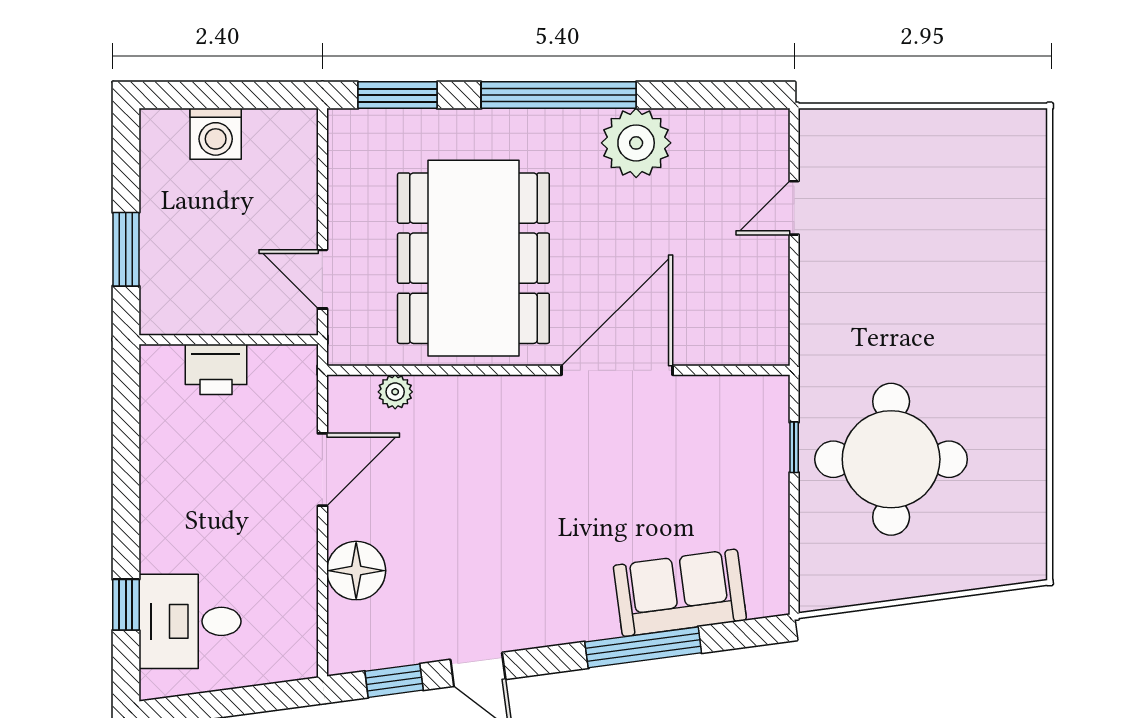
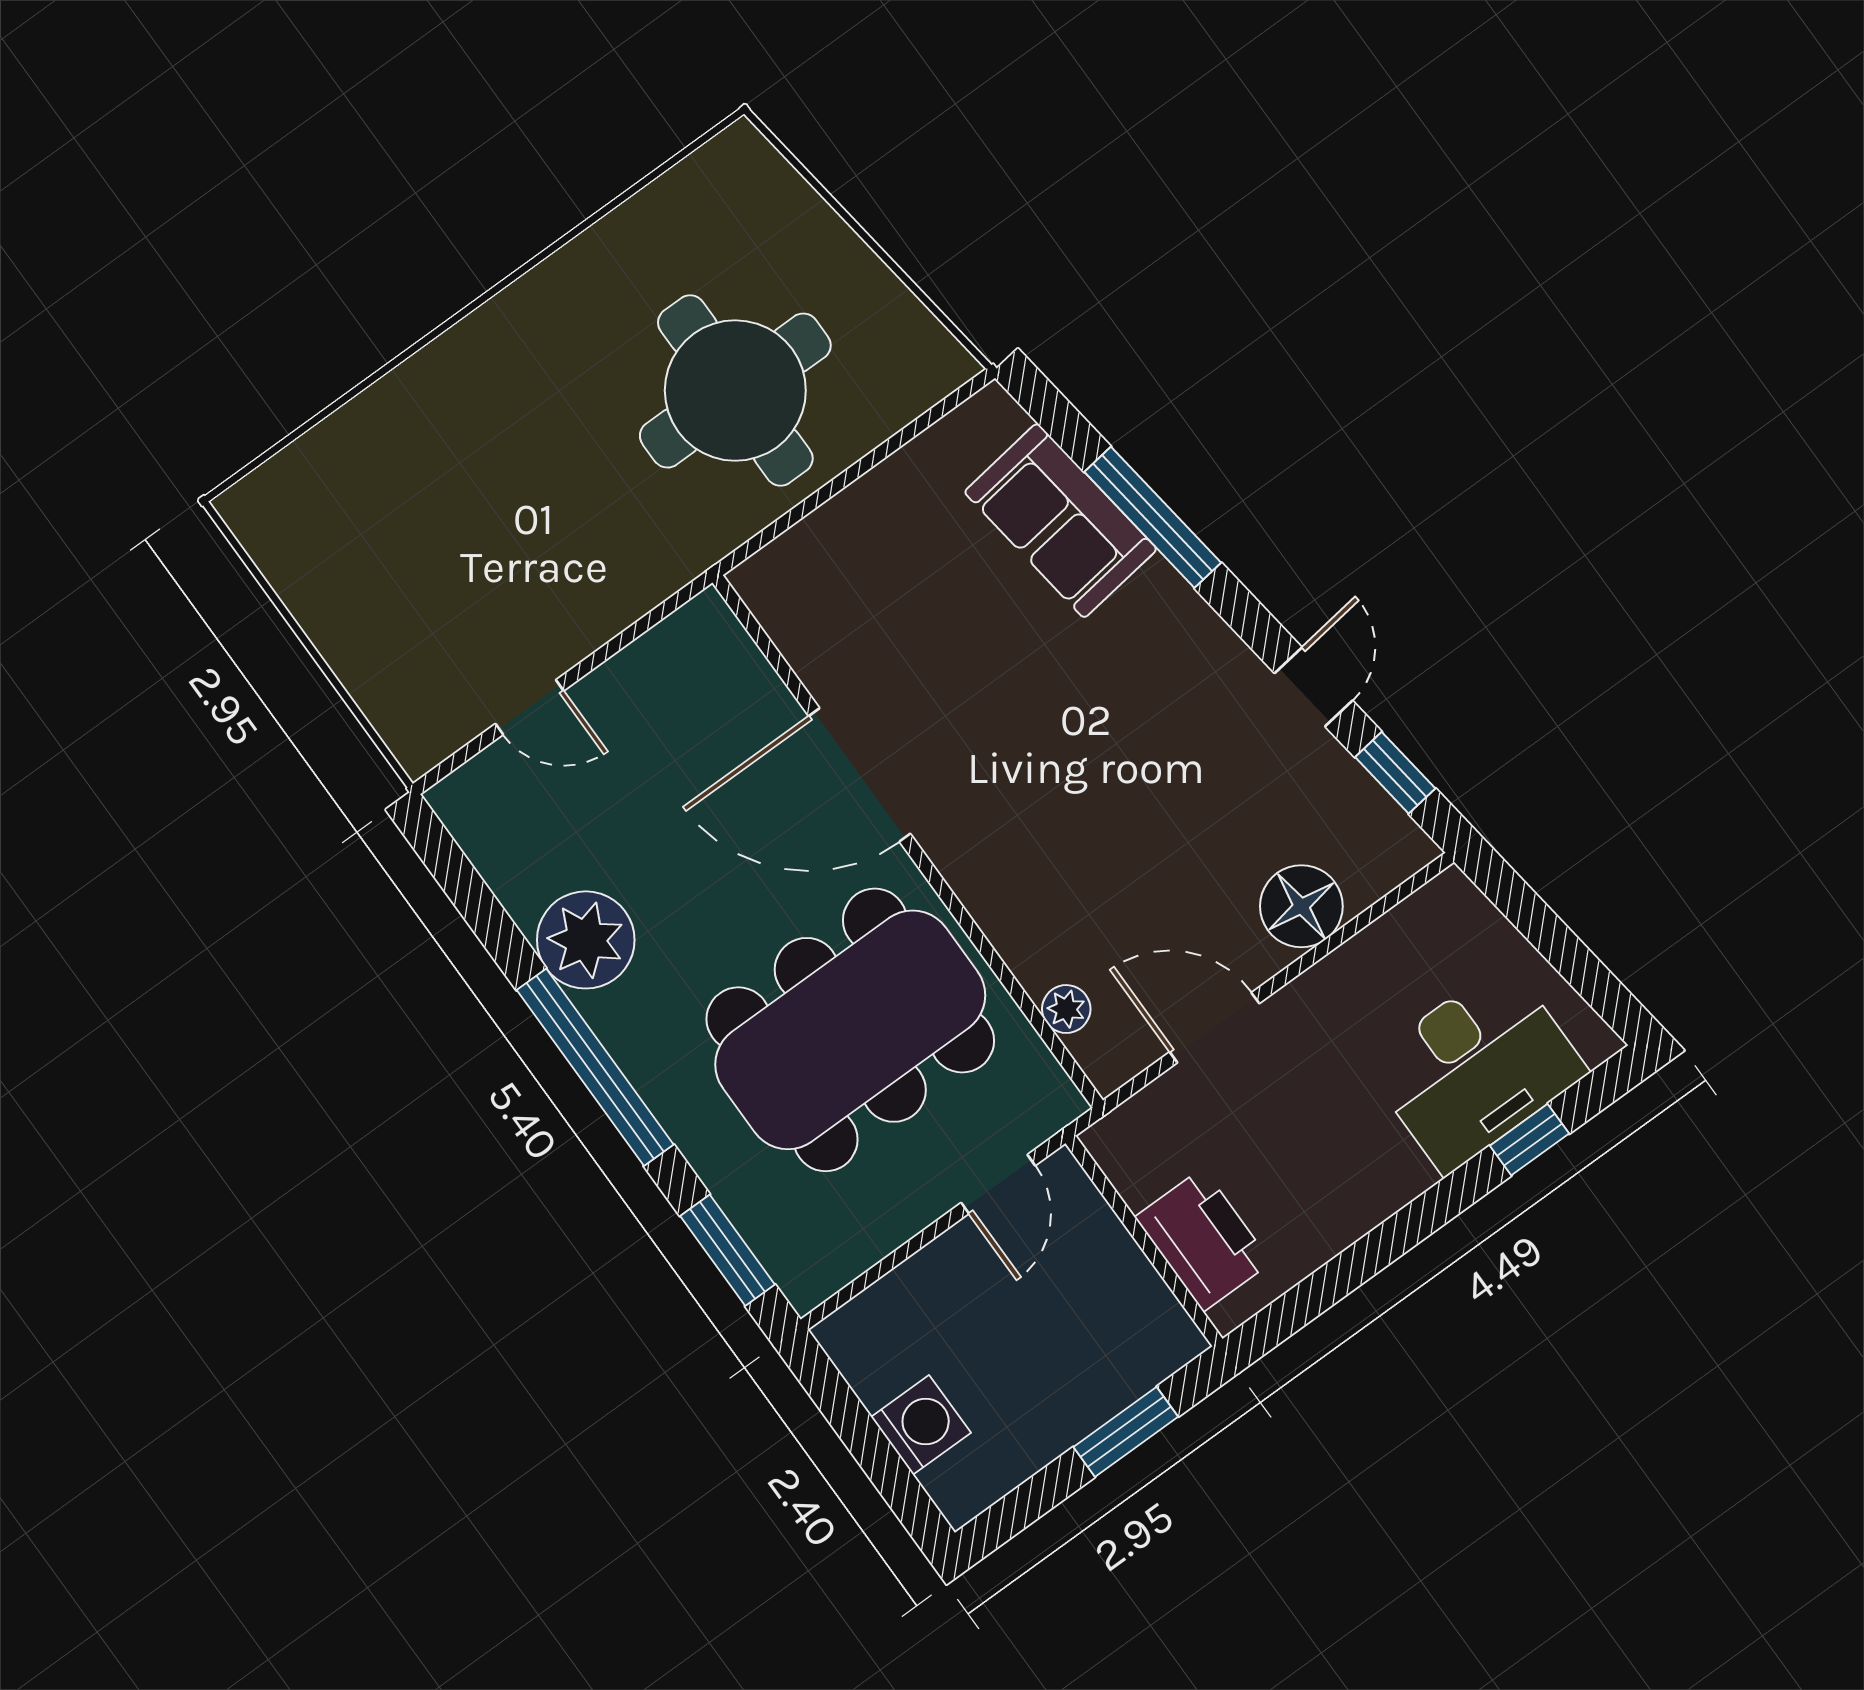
printer: (216, 369) -> (1203, 1240), width x1.37, depth x1.19
window: (794, 447) -> (801, 510), removed
desk: (190, 621) -> (1476, 1068), width x1.37

